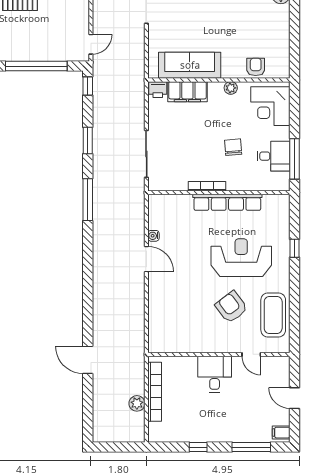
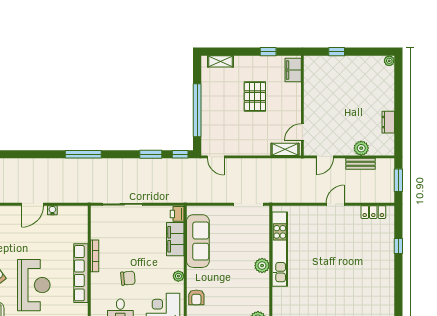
armchair: (256, 67) -> (196, 297), turned 90
window: (88, 140) -> (151, 154), moved

